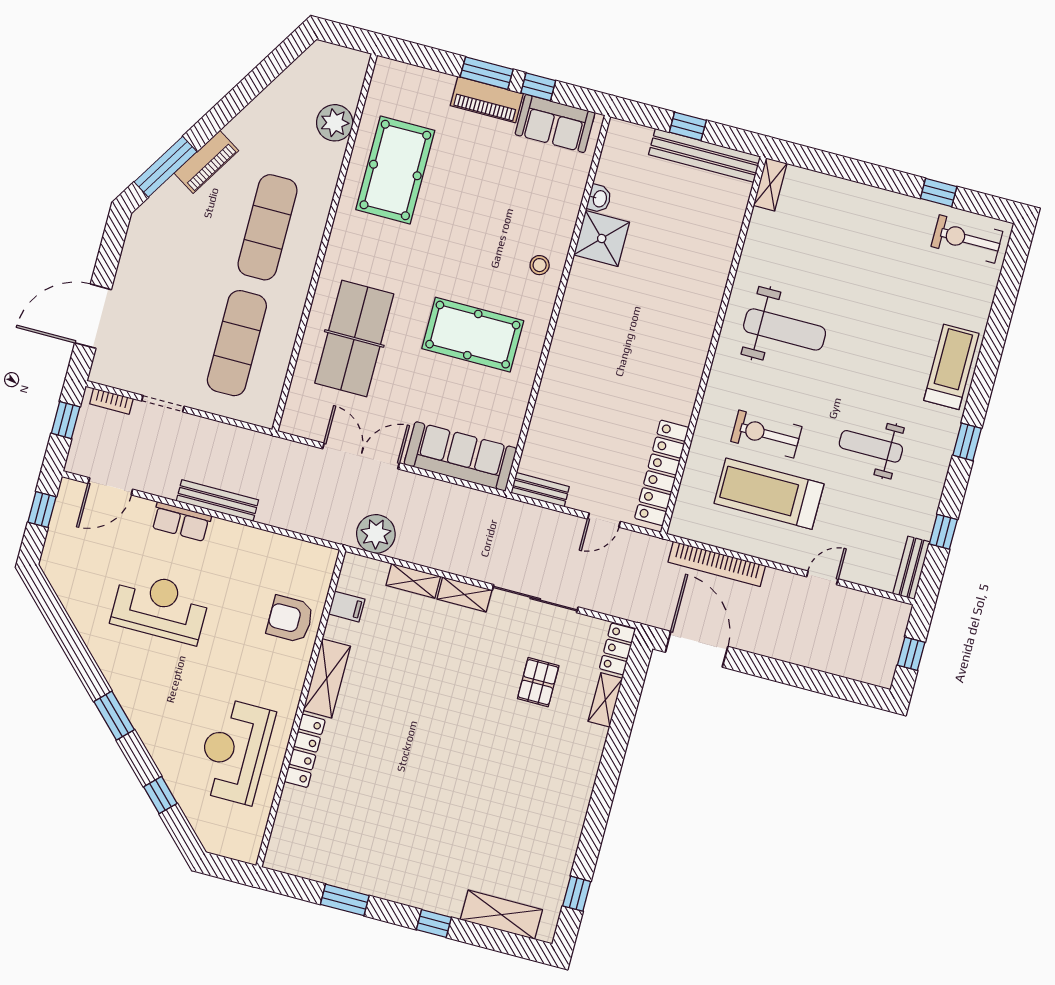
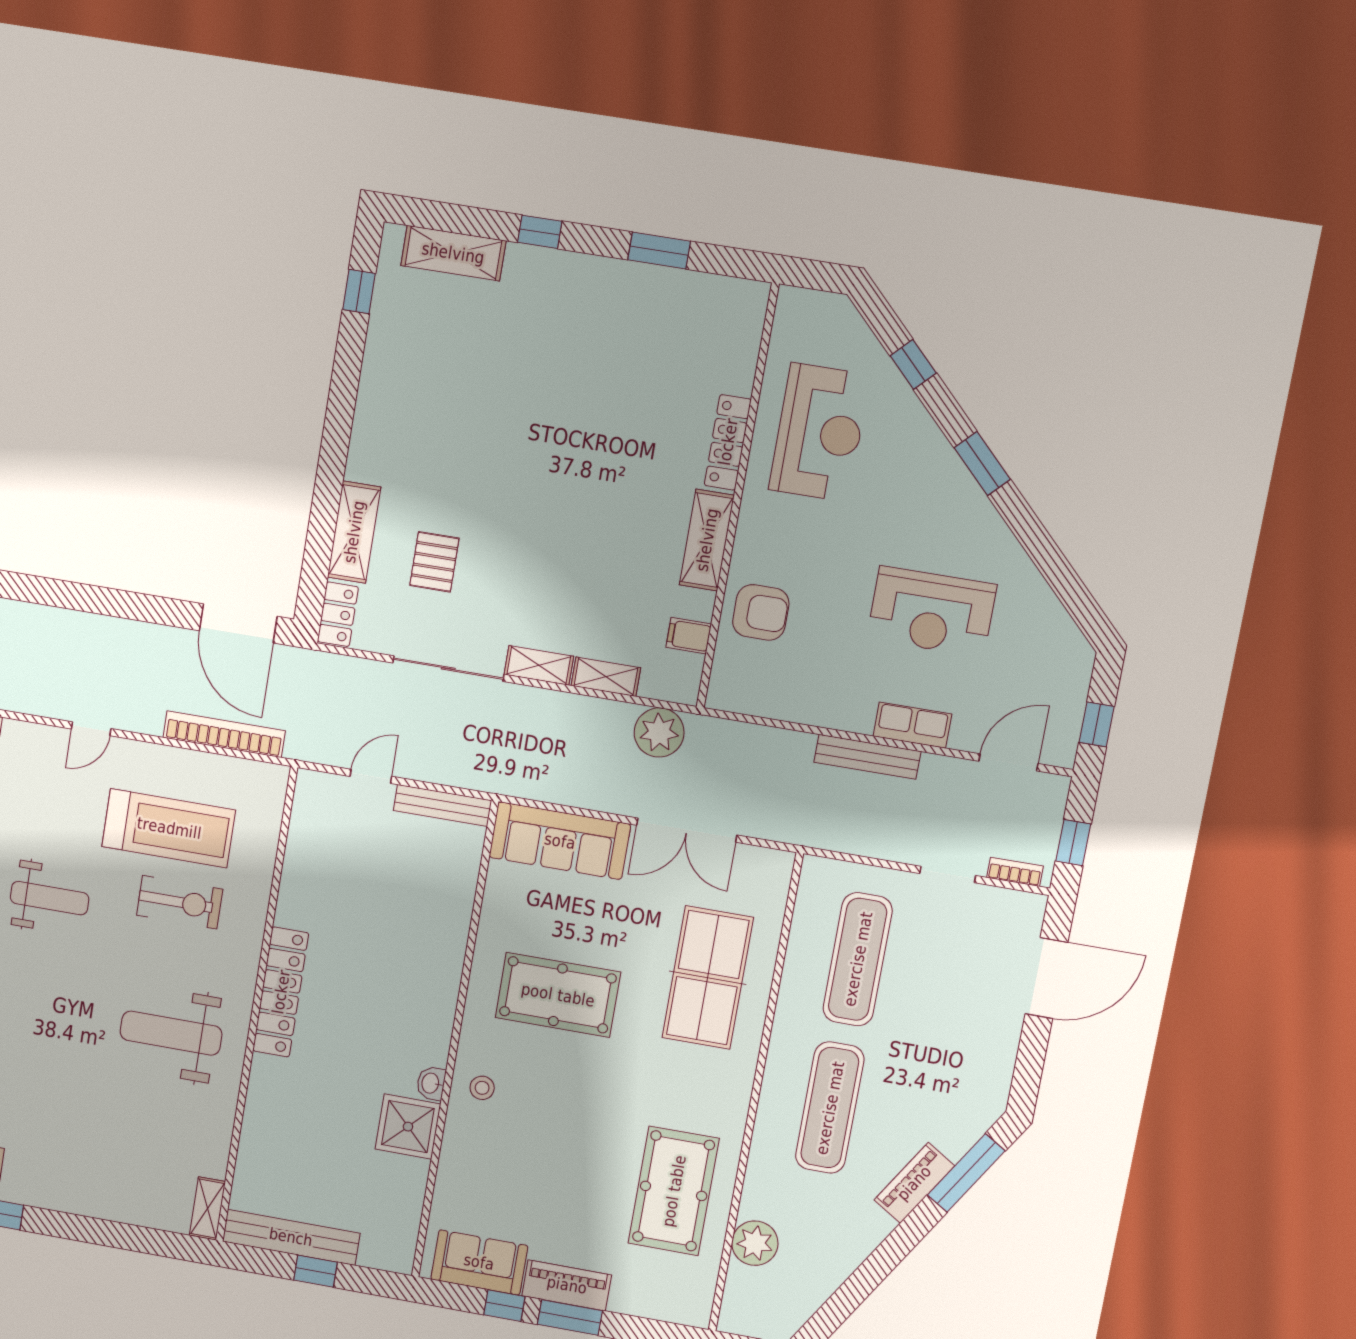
washbasin: (599, 199) -> (431, 1083), moved
locker: (662, 473) -> (281, 992), moved
bench: (540, 490) -> (442, 805), width x1.36
shelving: (605, 700) -> (354, 532), width x1.50, depth x1.33

